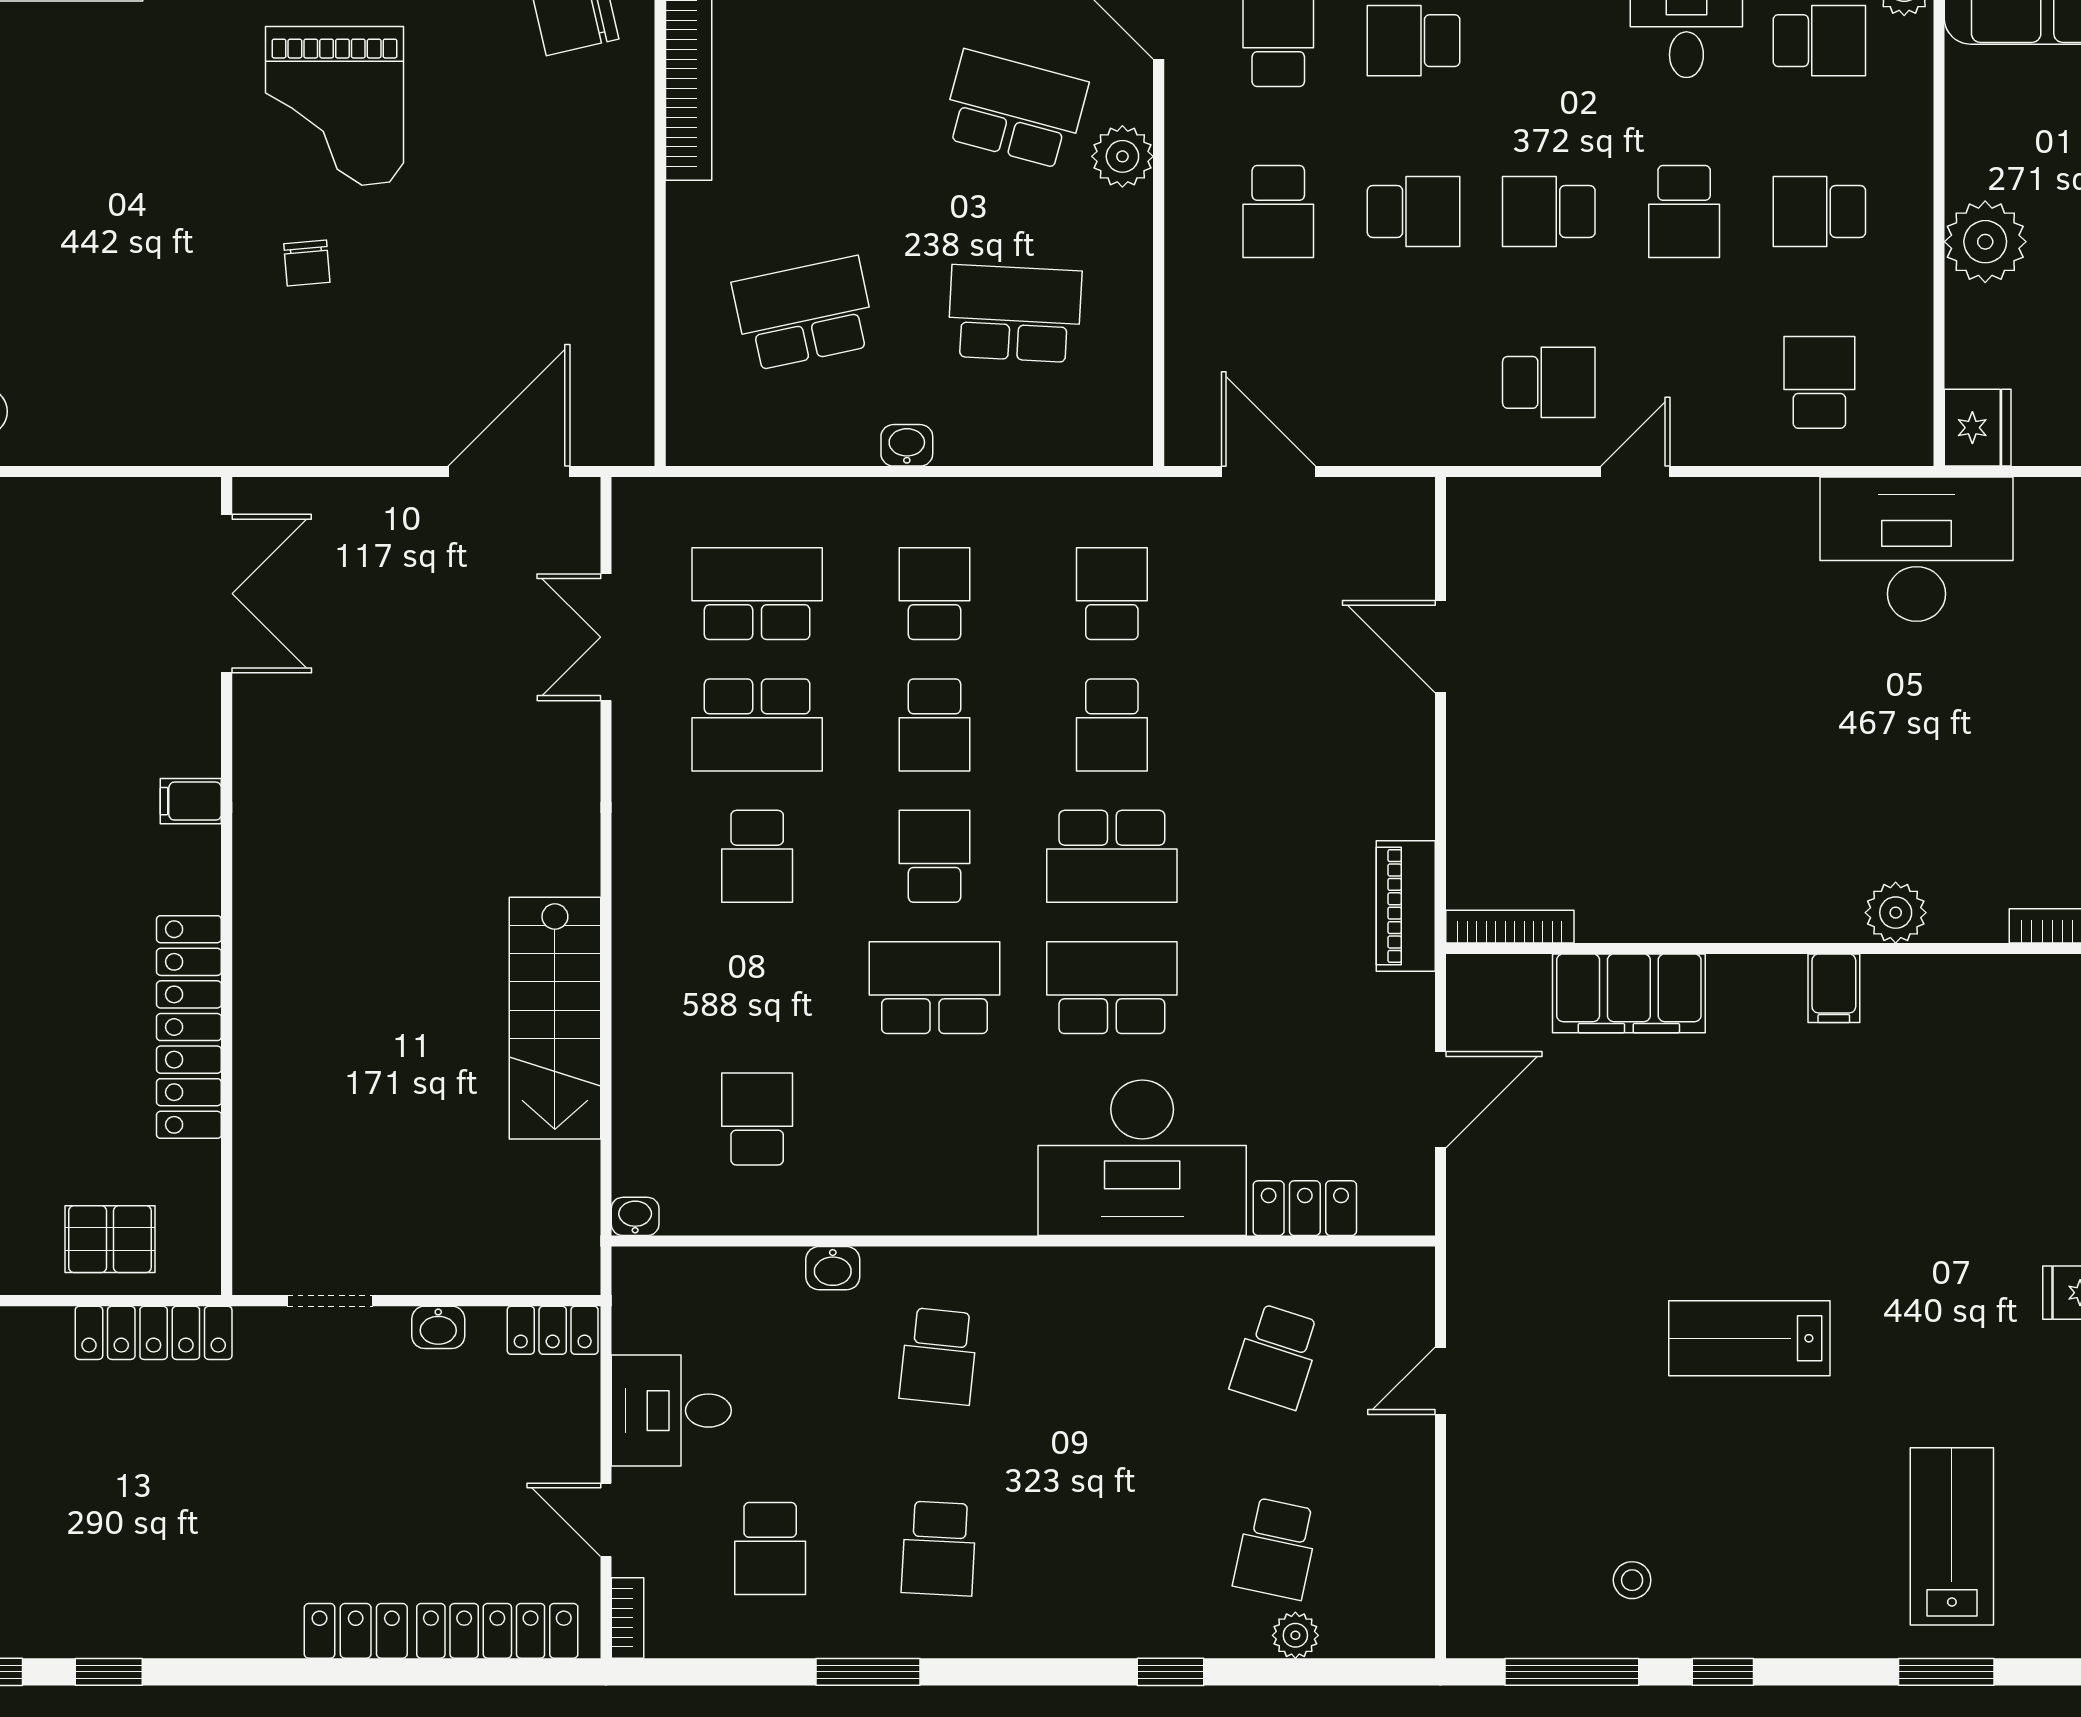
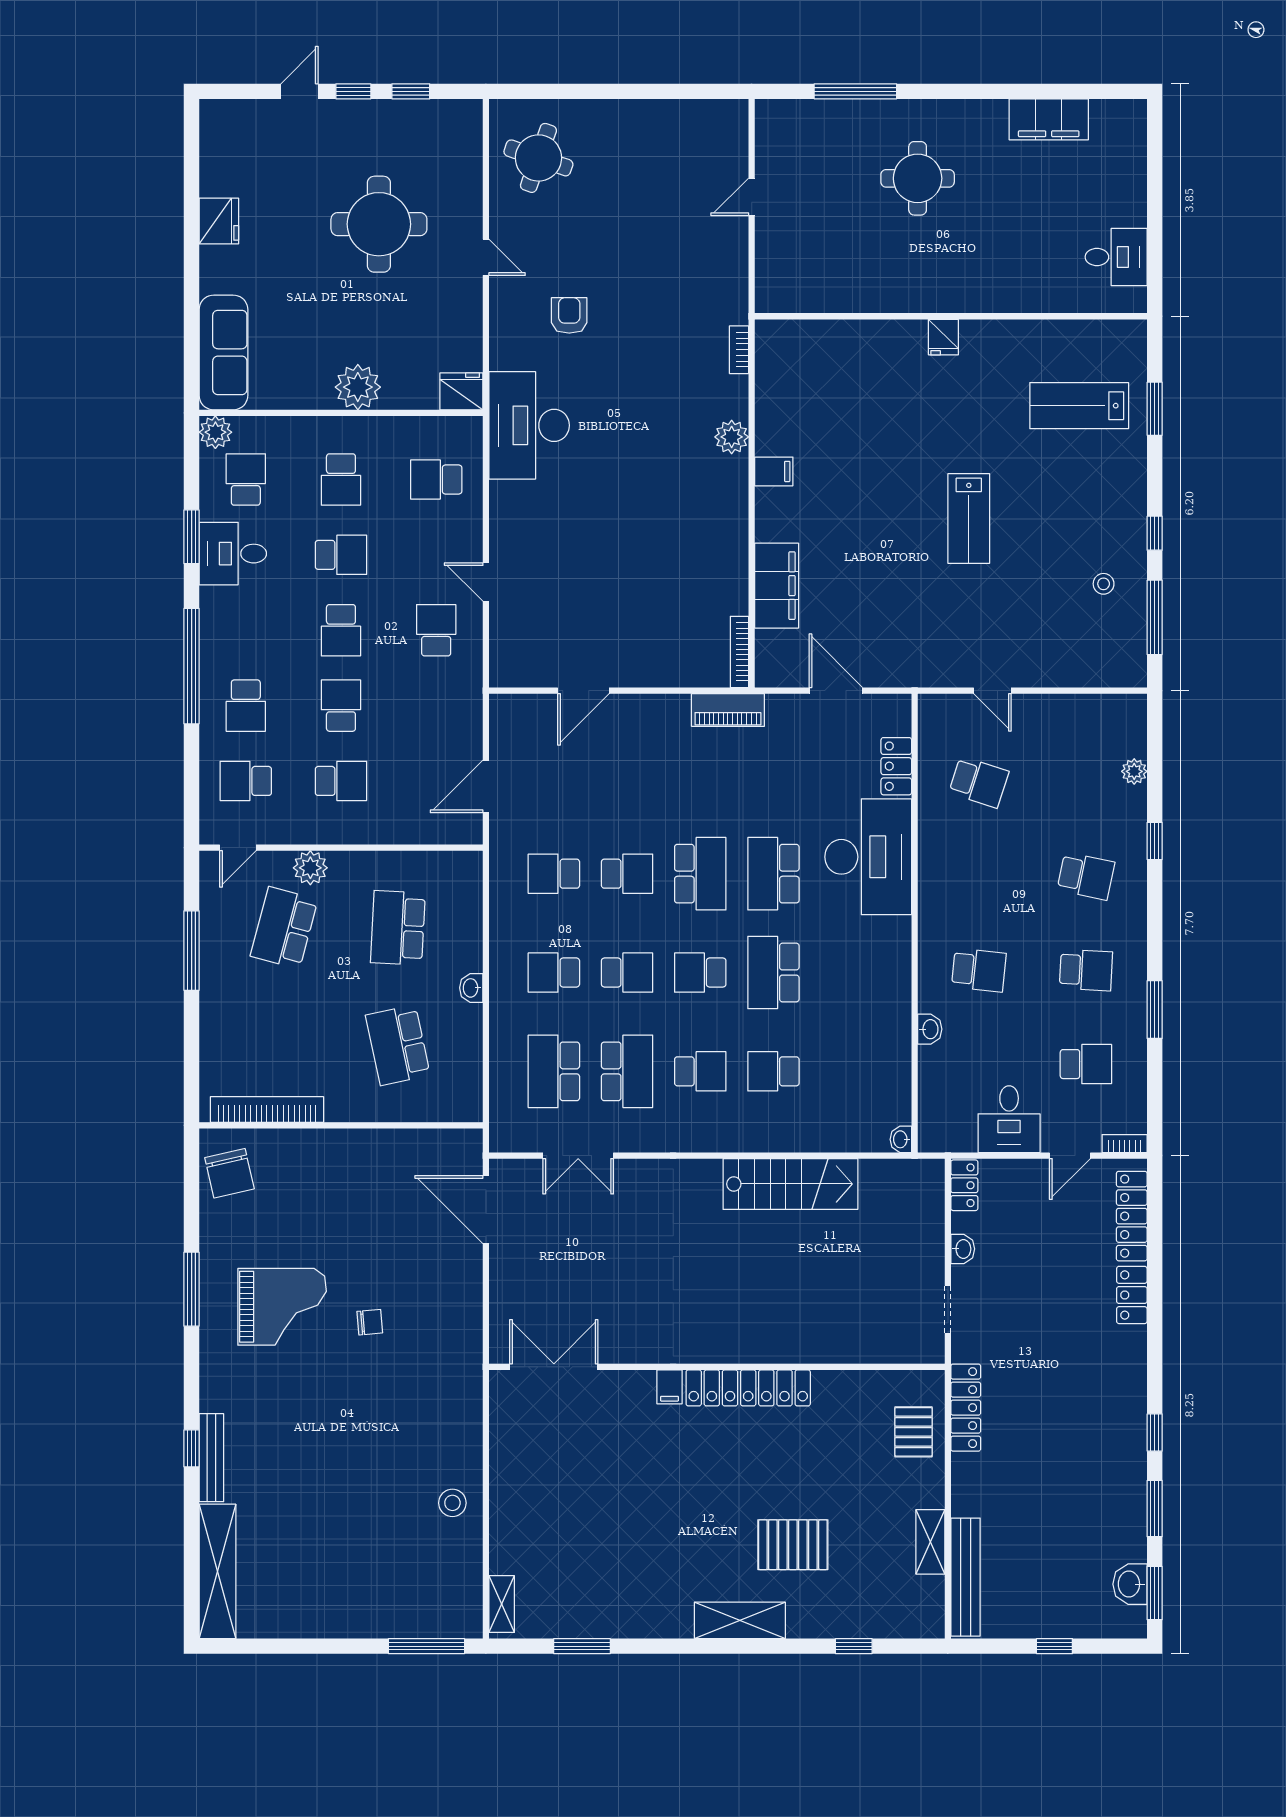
locker: (189, 1027) -> (748, 1388), moved
school desk: (757, 1119) -> (773, 1071), moved
school desk: (1276, 1548) -> (1086, 876), moved

